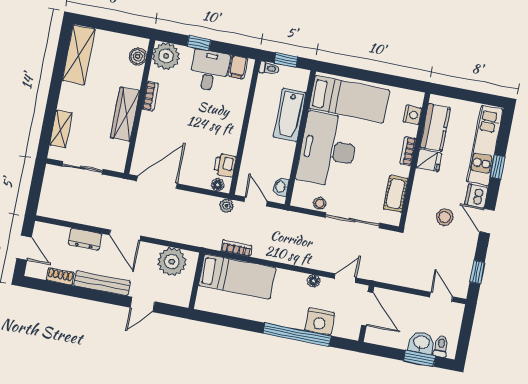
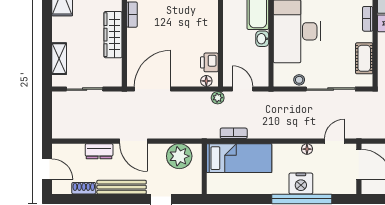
washbasin: (281, 187) -> (262, 39), moved
nightstand: (320, 321) -> (301, 183), moved

